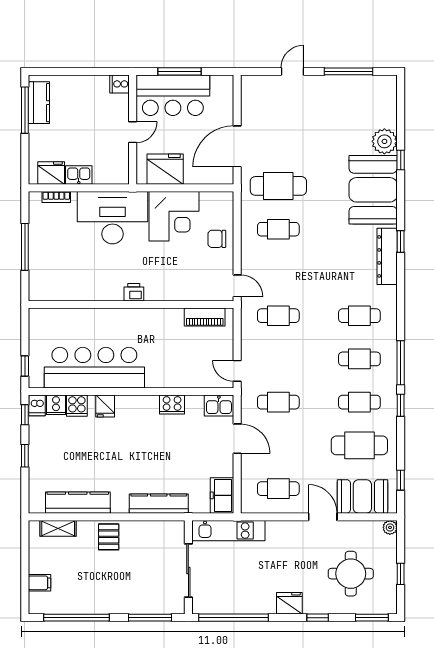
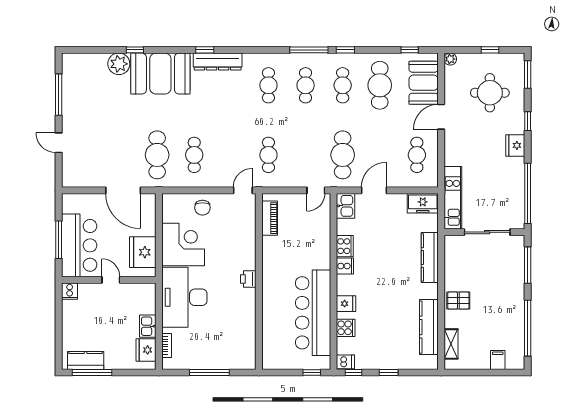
cafe table: (278, 402) -> (343, 155), width x1.37, depth x1.35
cooker: (56, 405) -> (345, 266), moved

